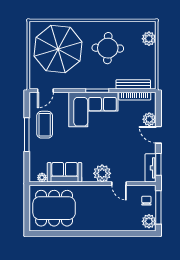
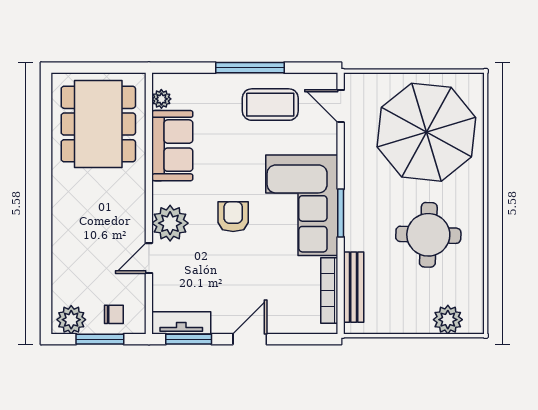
plant: (149, 119) -> (281, 320), removed
armchair: (99, 143) -> (233, 217), added
window: (158, 207) -> (100, 339), width x0.69

